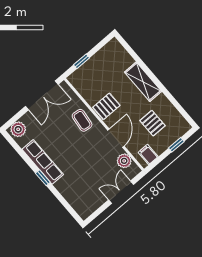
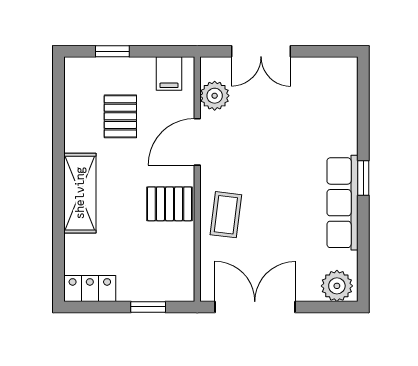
locker: (109, 50) -> (90, 288), added

